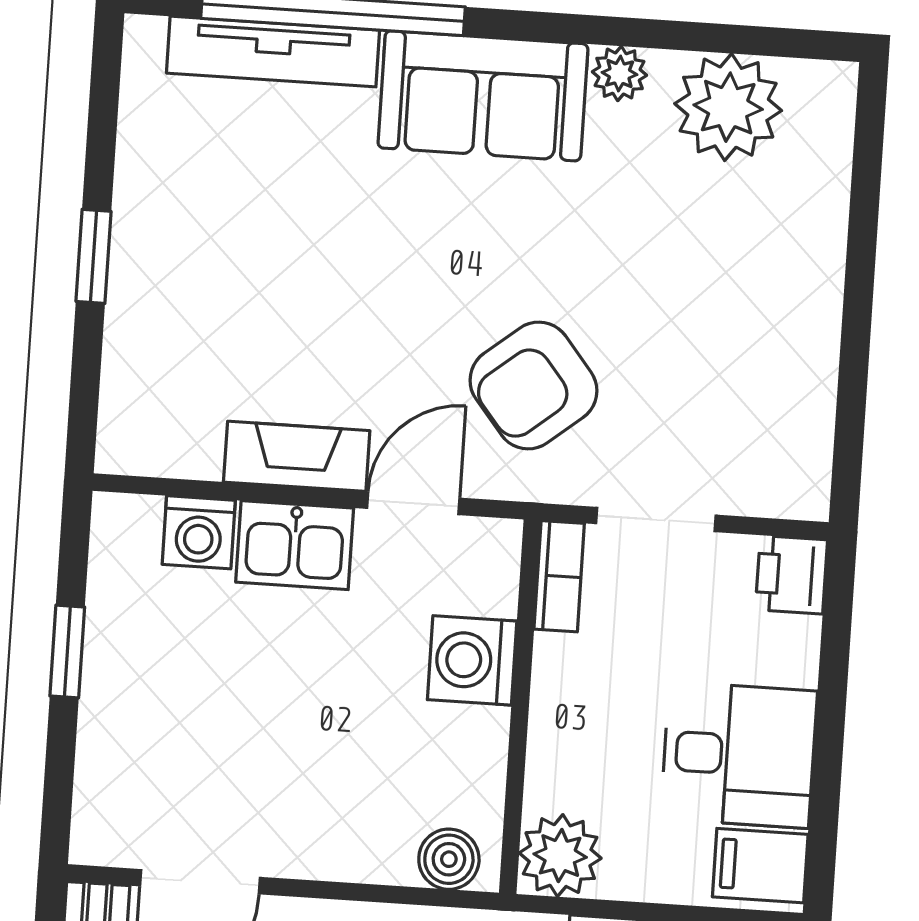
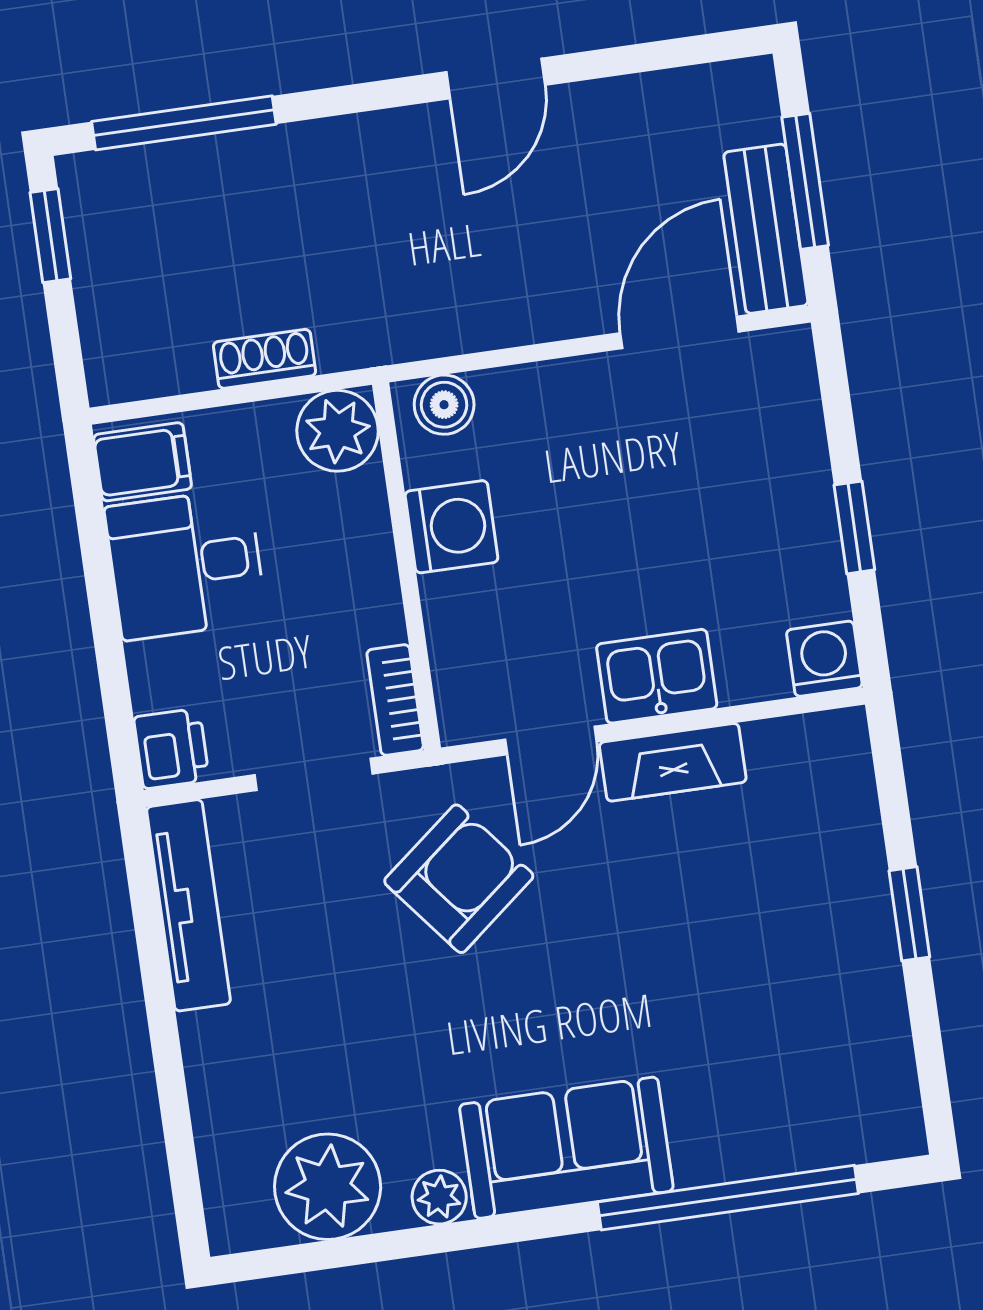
tv unit: (273, 52) -> (189, 905), moved, turned 90
washing machine: (199, 532) -> (824, 659), moved
washing machine: (472, 660) -> (451, 527), moved

